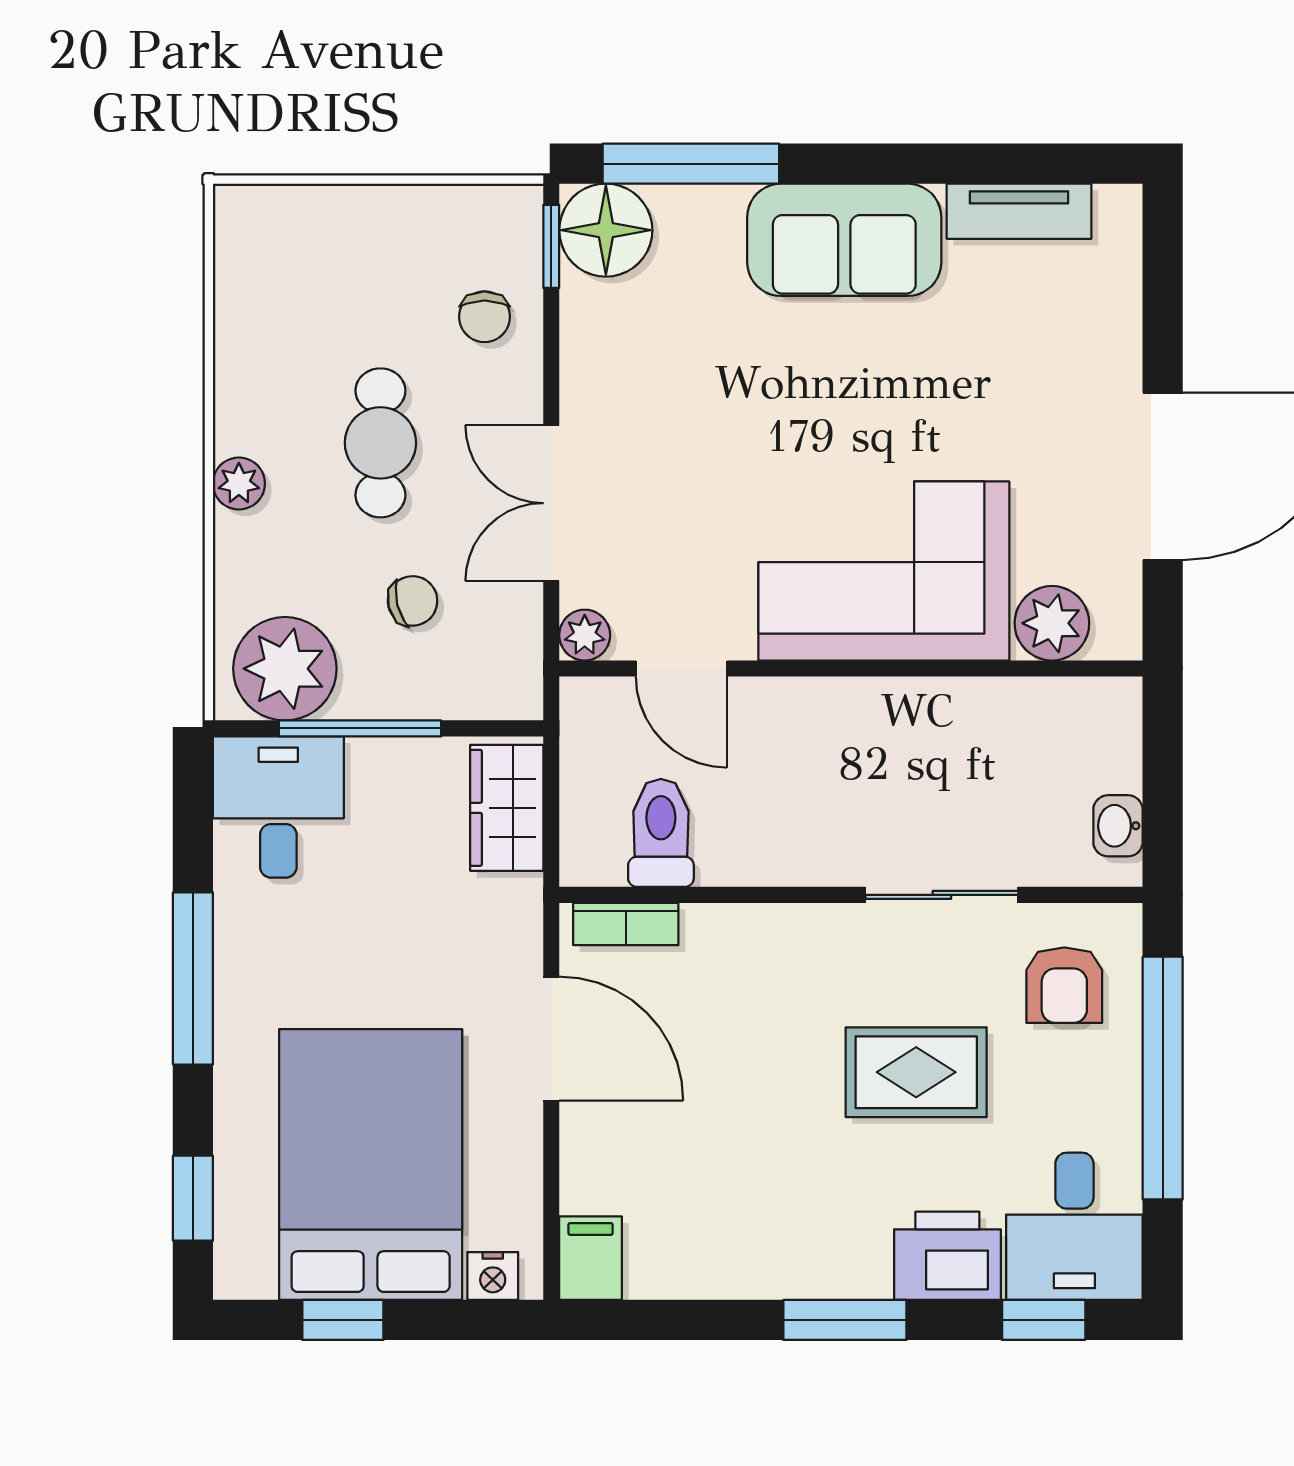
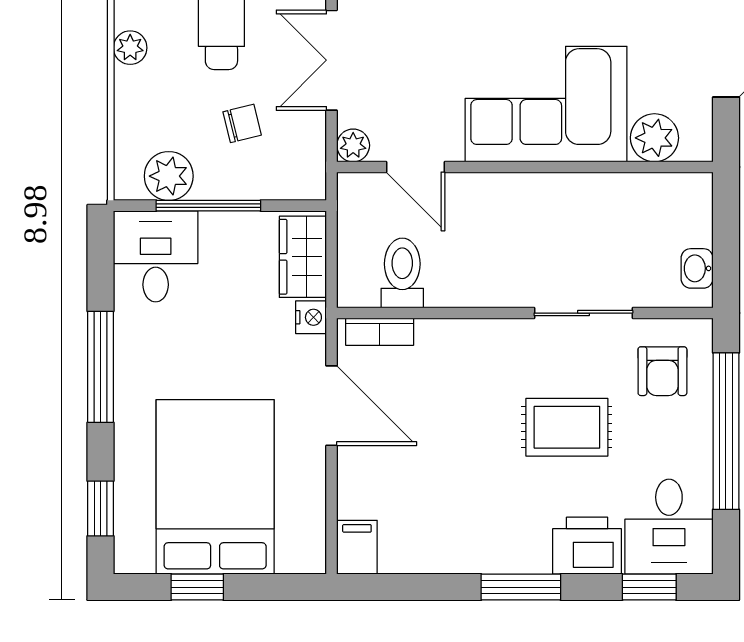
plant: (285, 669) -> (169, 176), width x0.73, depth x0.73
nightstand: (493, 1276) -> (311, 317), moved, turned -90

